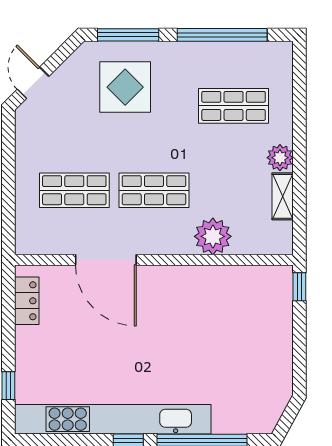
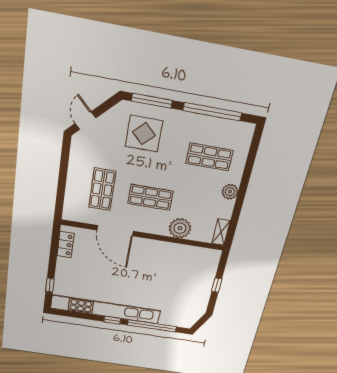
shop shelf: (74, 190) -> (102, 189), turned 90
shelving: (283, 196) -> (221, 232), moved
window: (299, 287) -> (217, 285), moved

